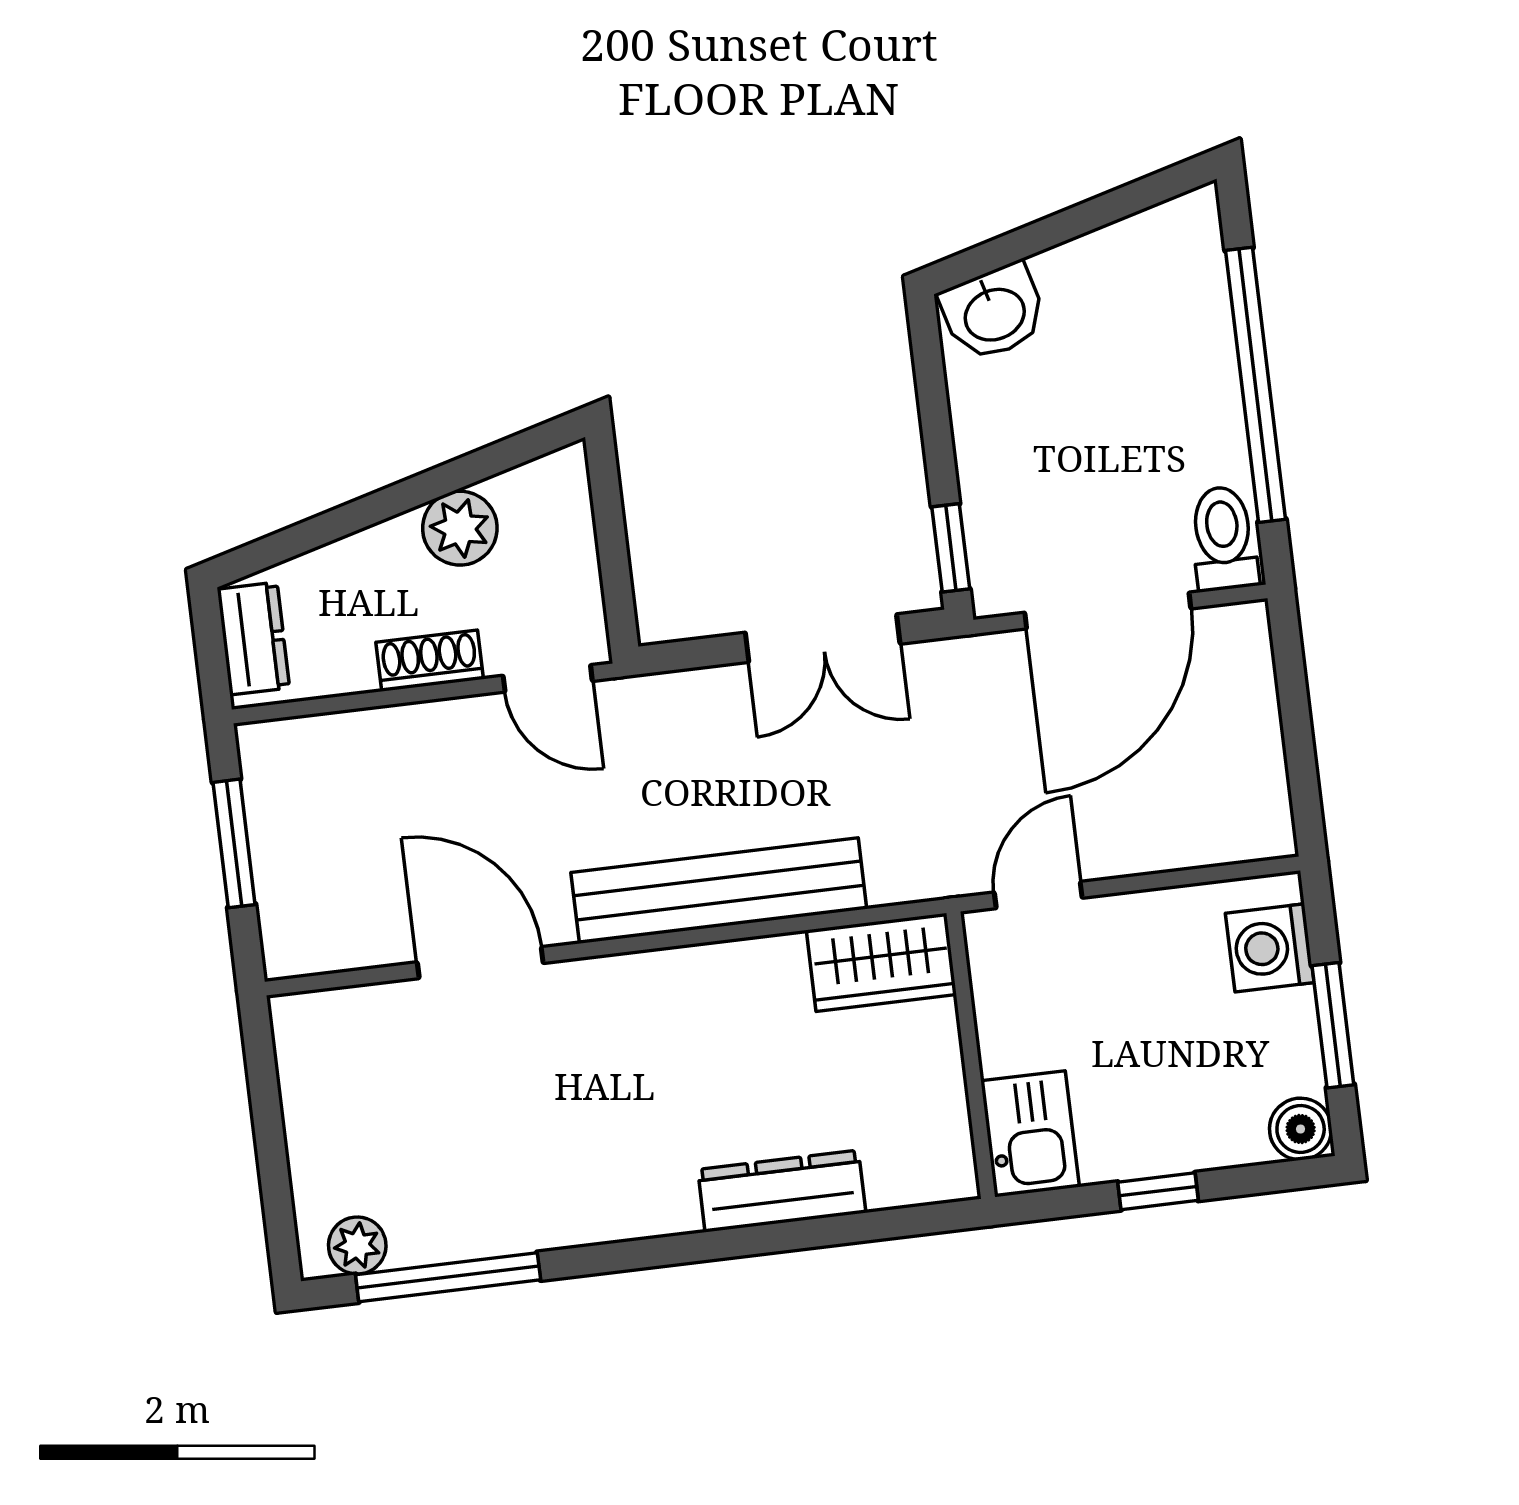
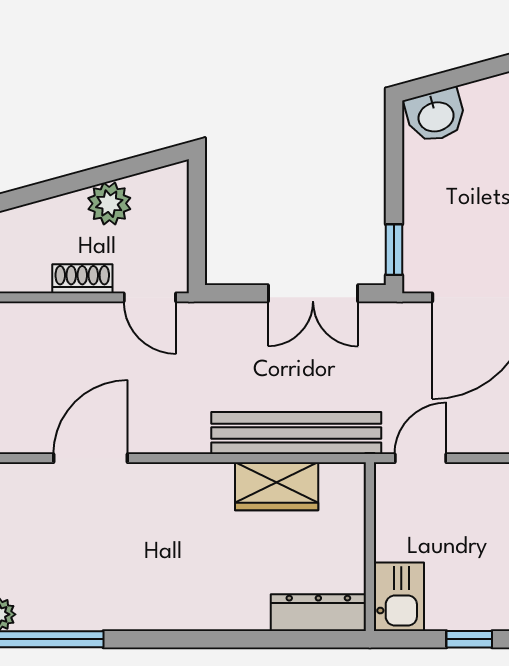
bench: (719, 891) -> (296, 433), moved
wardrobe: (881, 962) -> (277, 486), moved
door: (480, 963) -> (90, 458), hinge flipped
dresser: (782, 1191) -> (318, 613), moved

